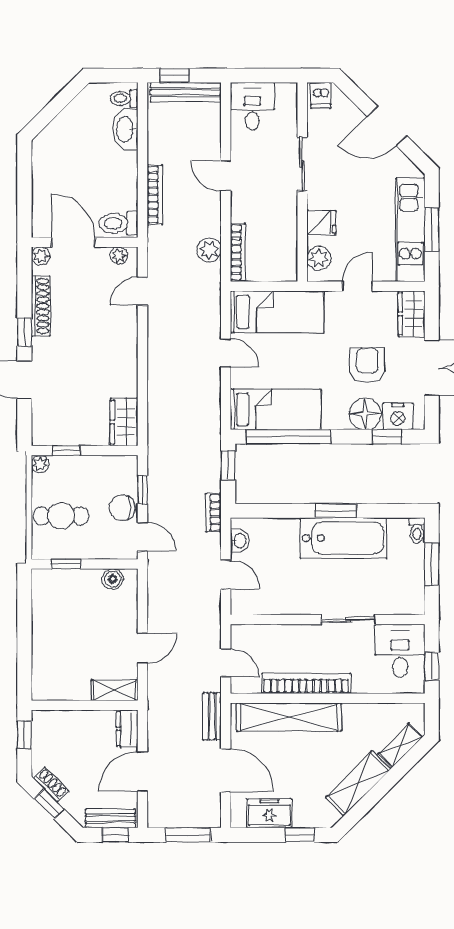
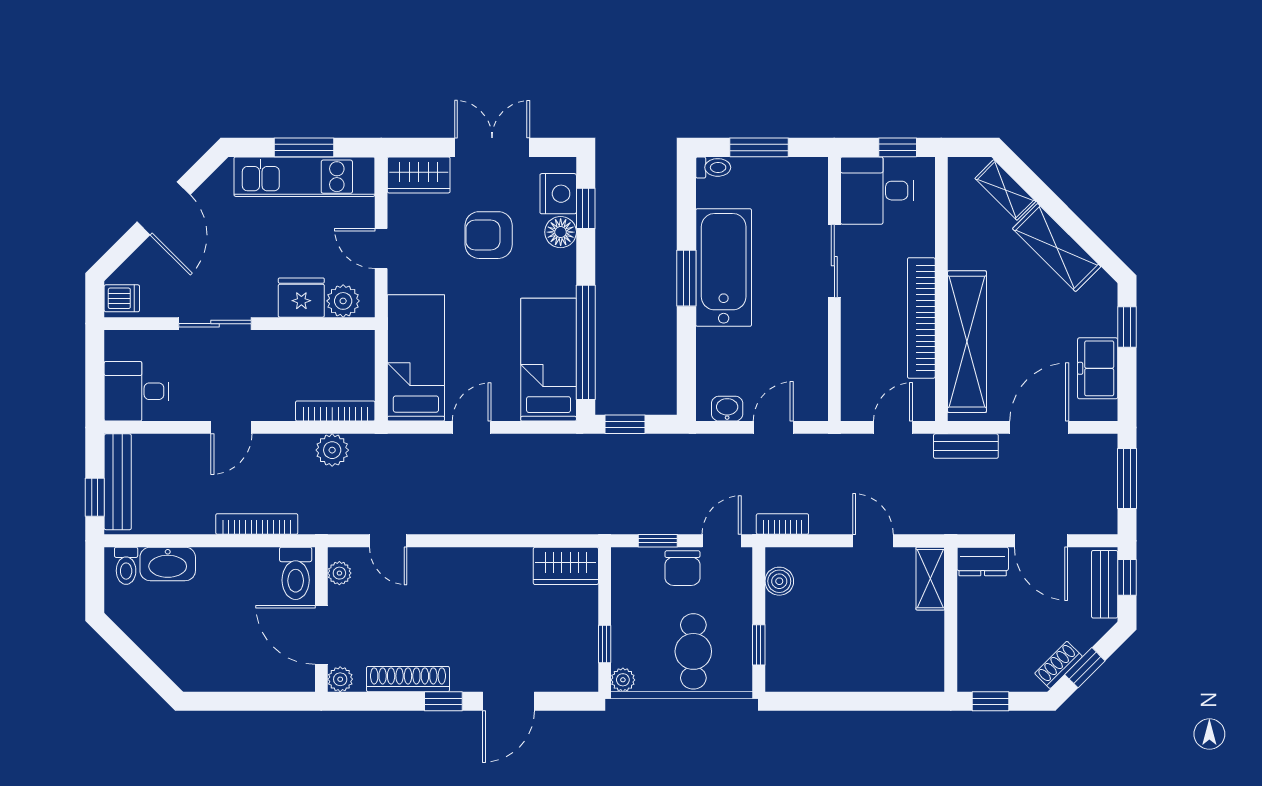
fridge: (321, 223) -> (301, 298), width x1.38
door: (73, 242) -> (321, 635), hinge flipped
floor lamp: (365, 414) -> (561, 232), width x0.73, depth x0.73
bookcase: (213, 513) -> (782, 524), moved, turned 180

